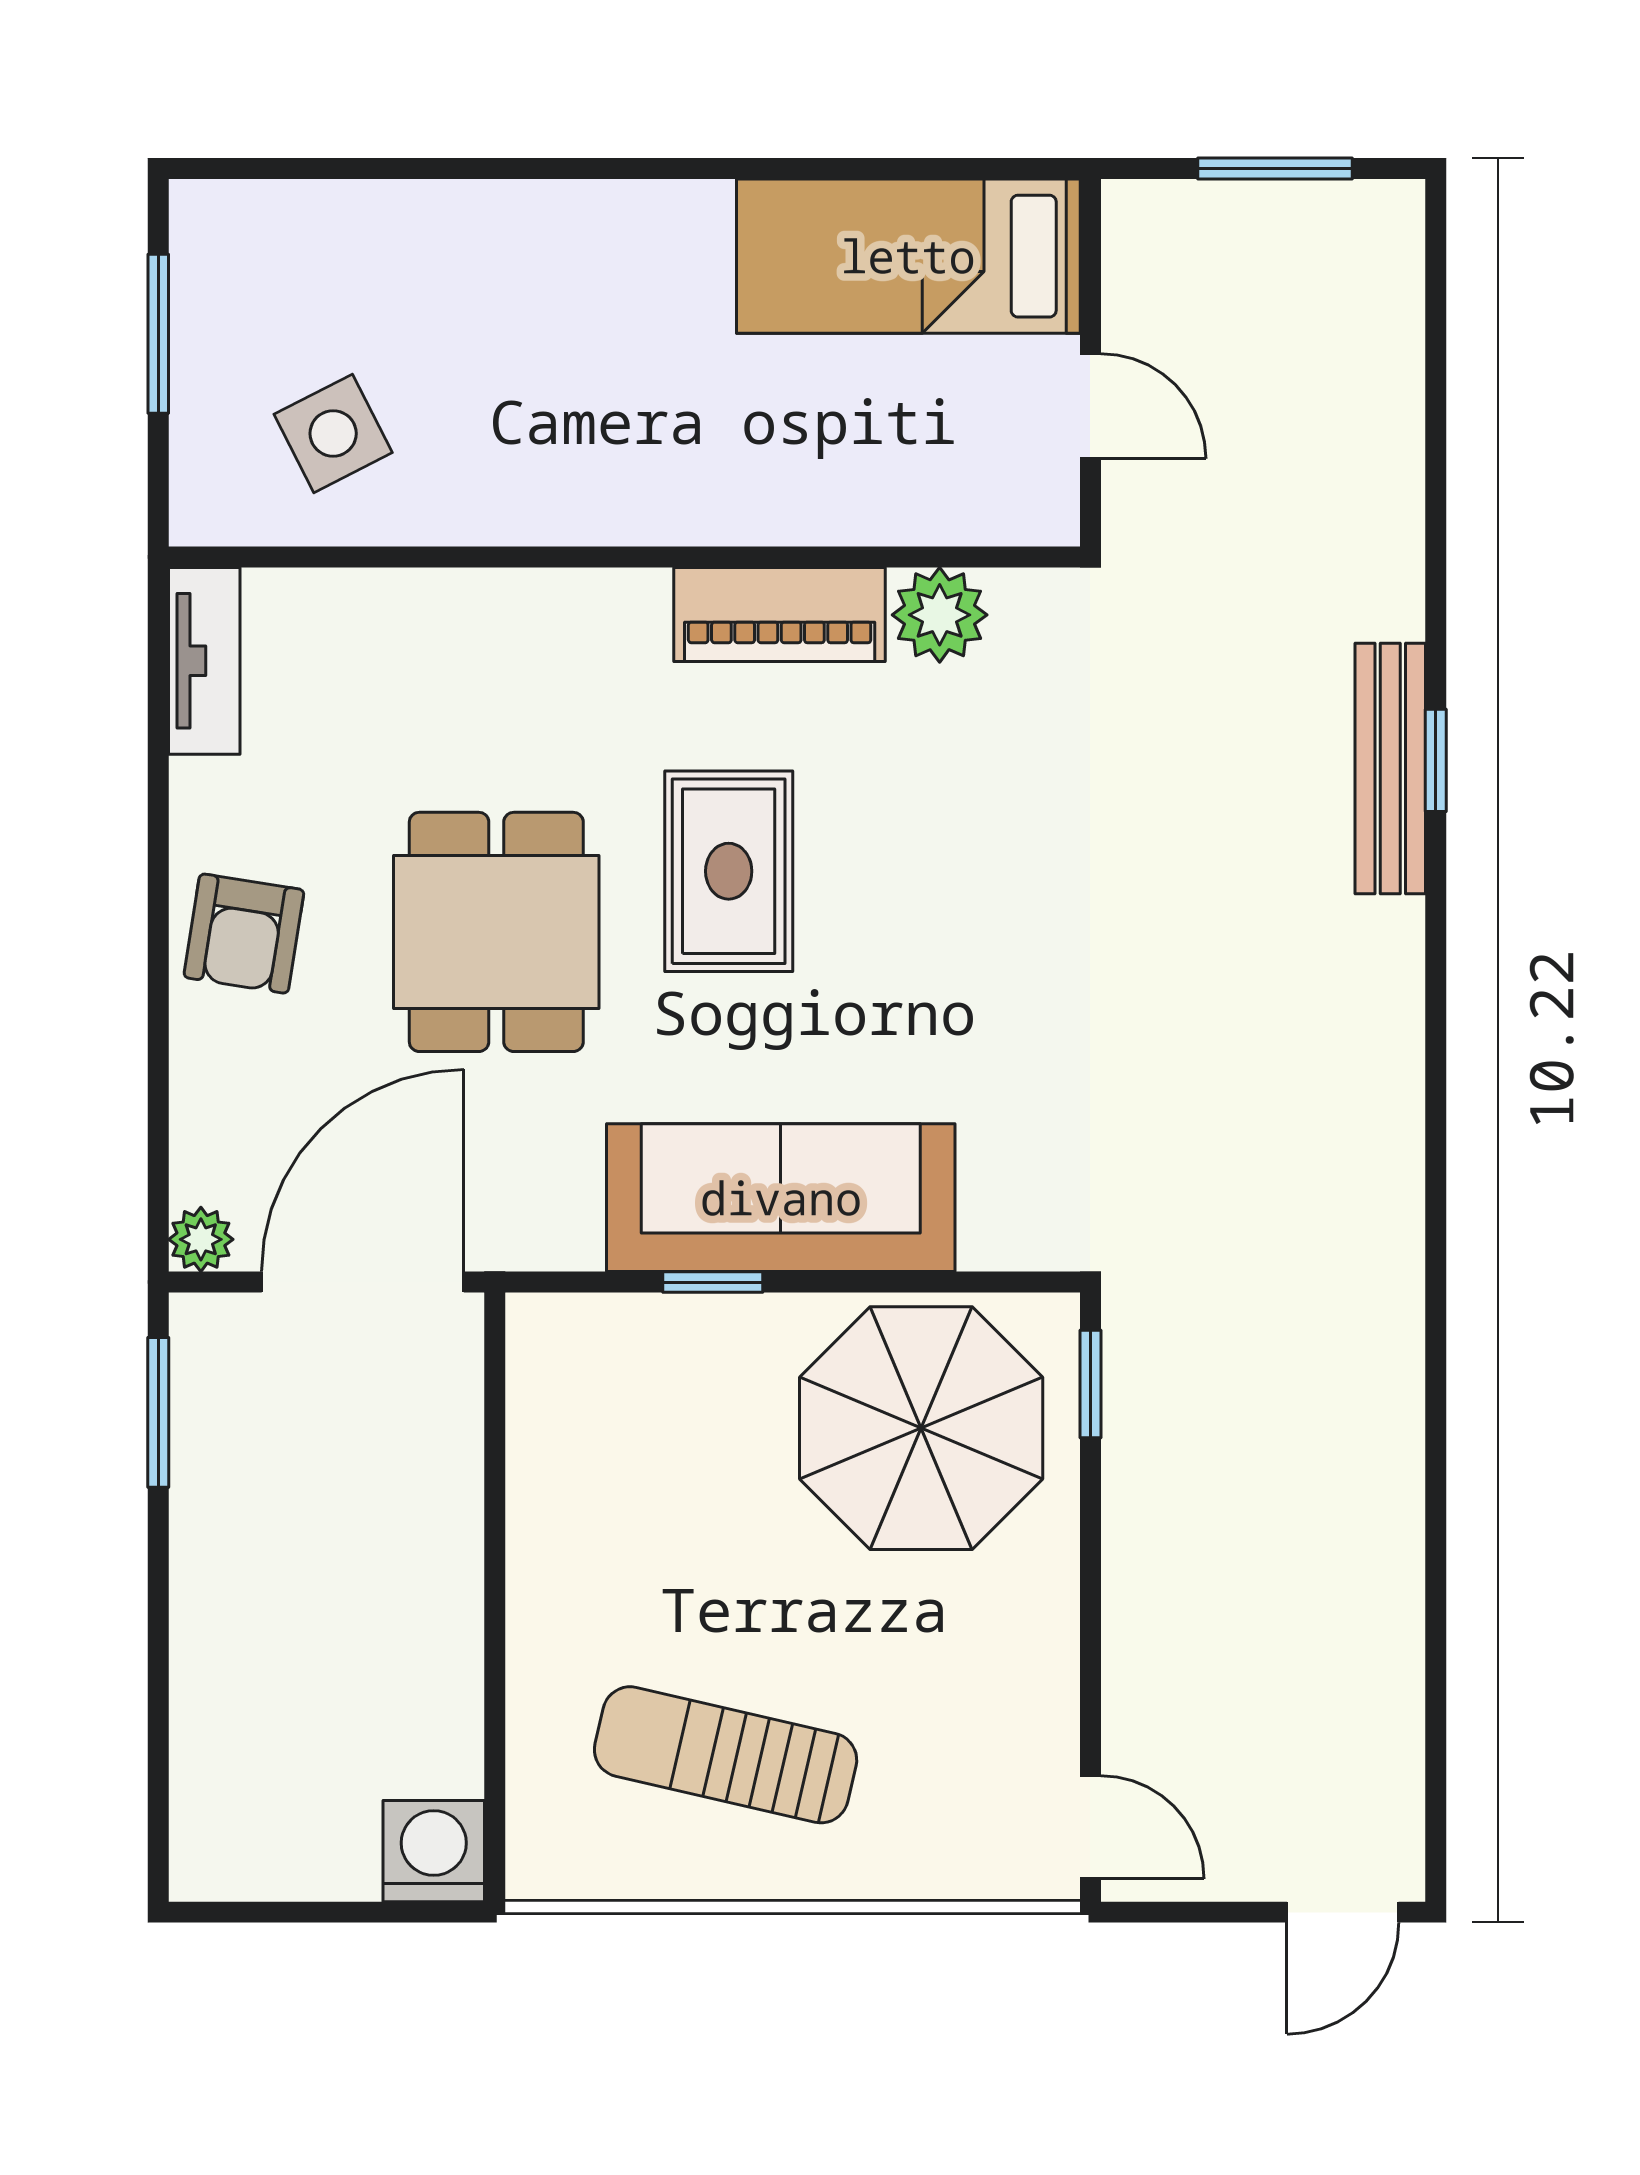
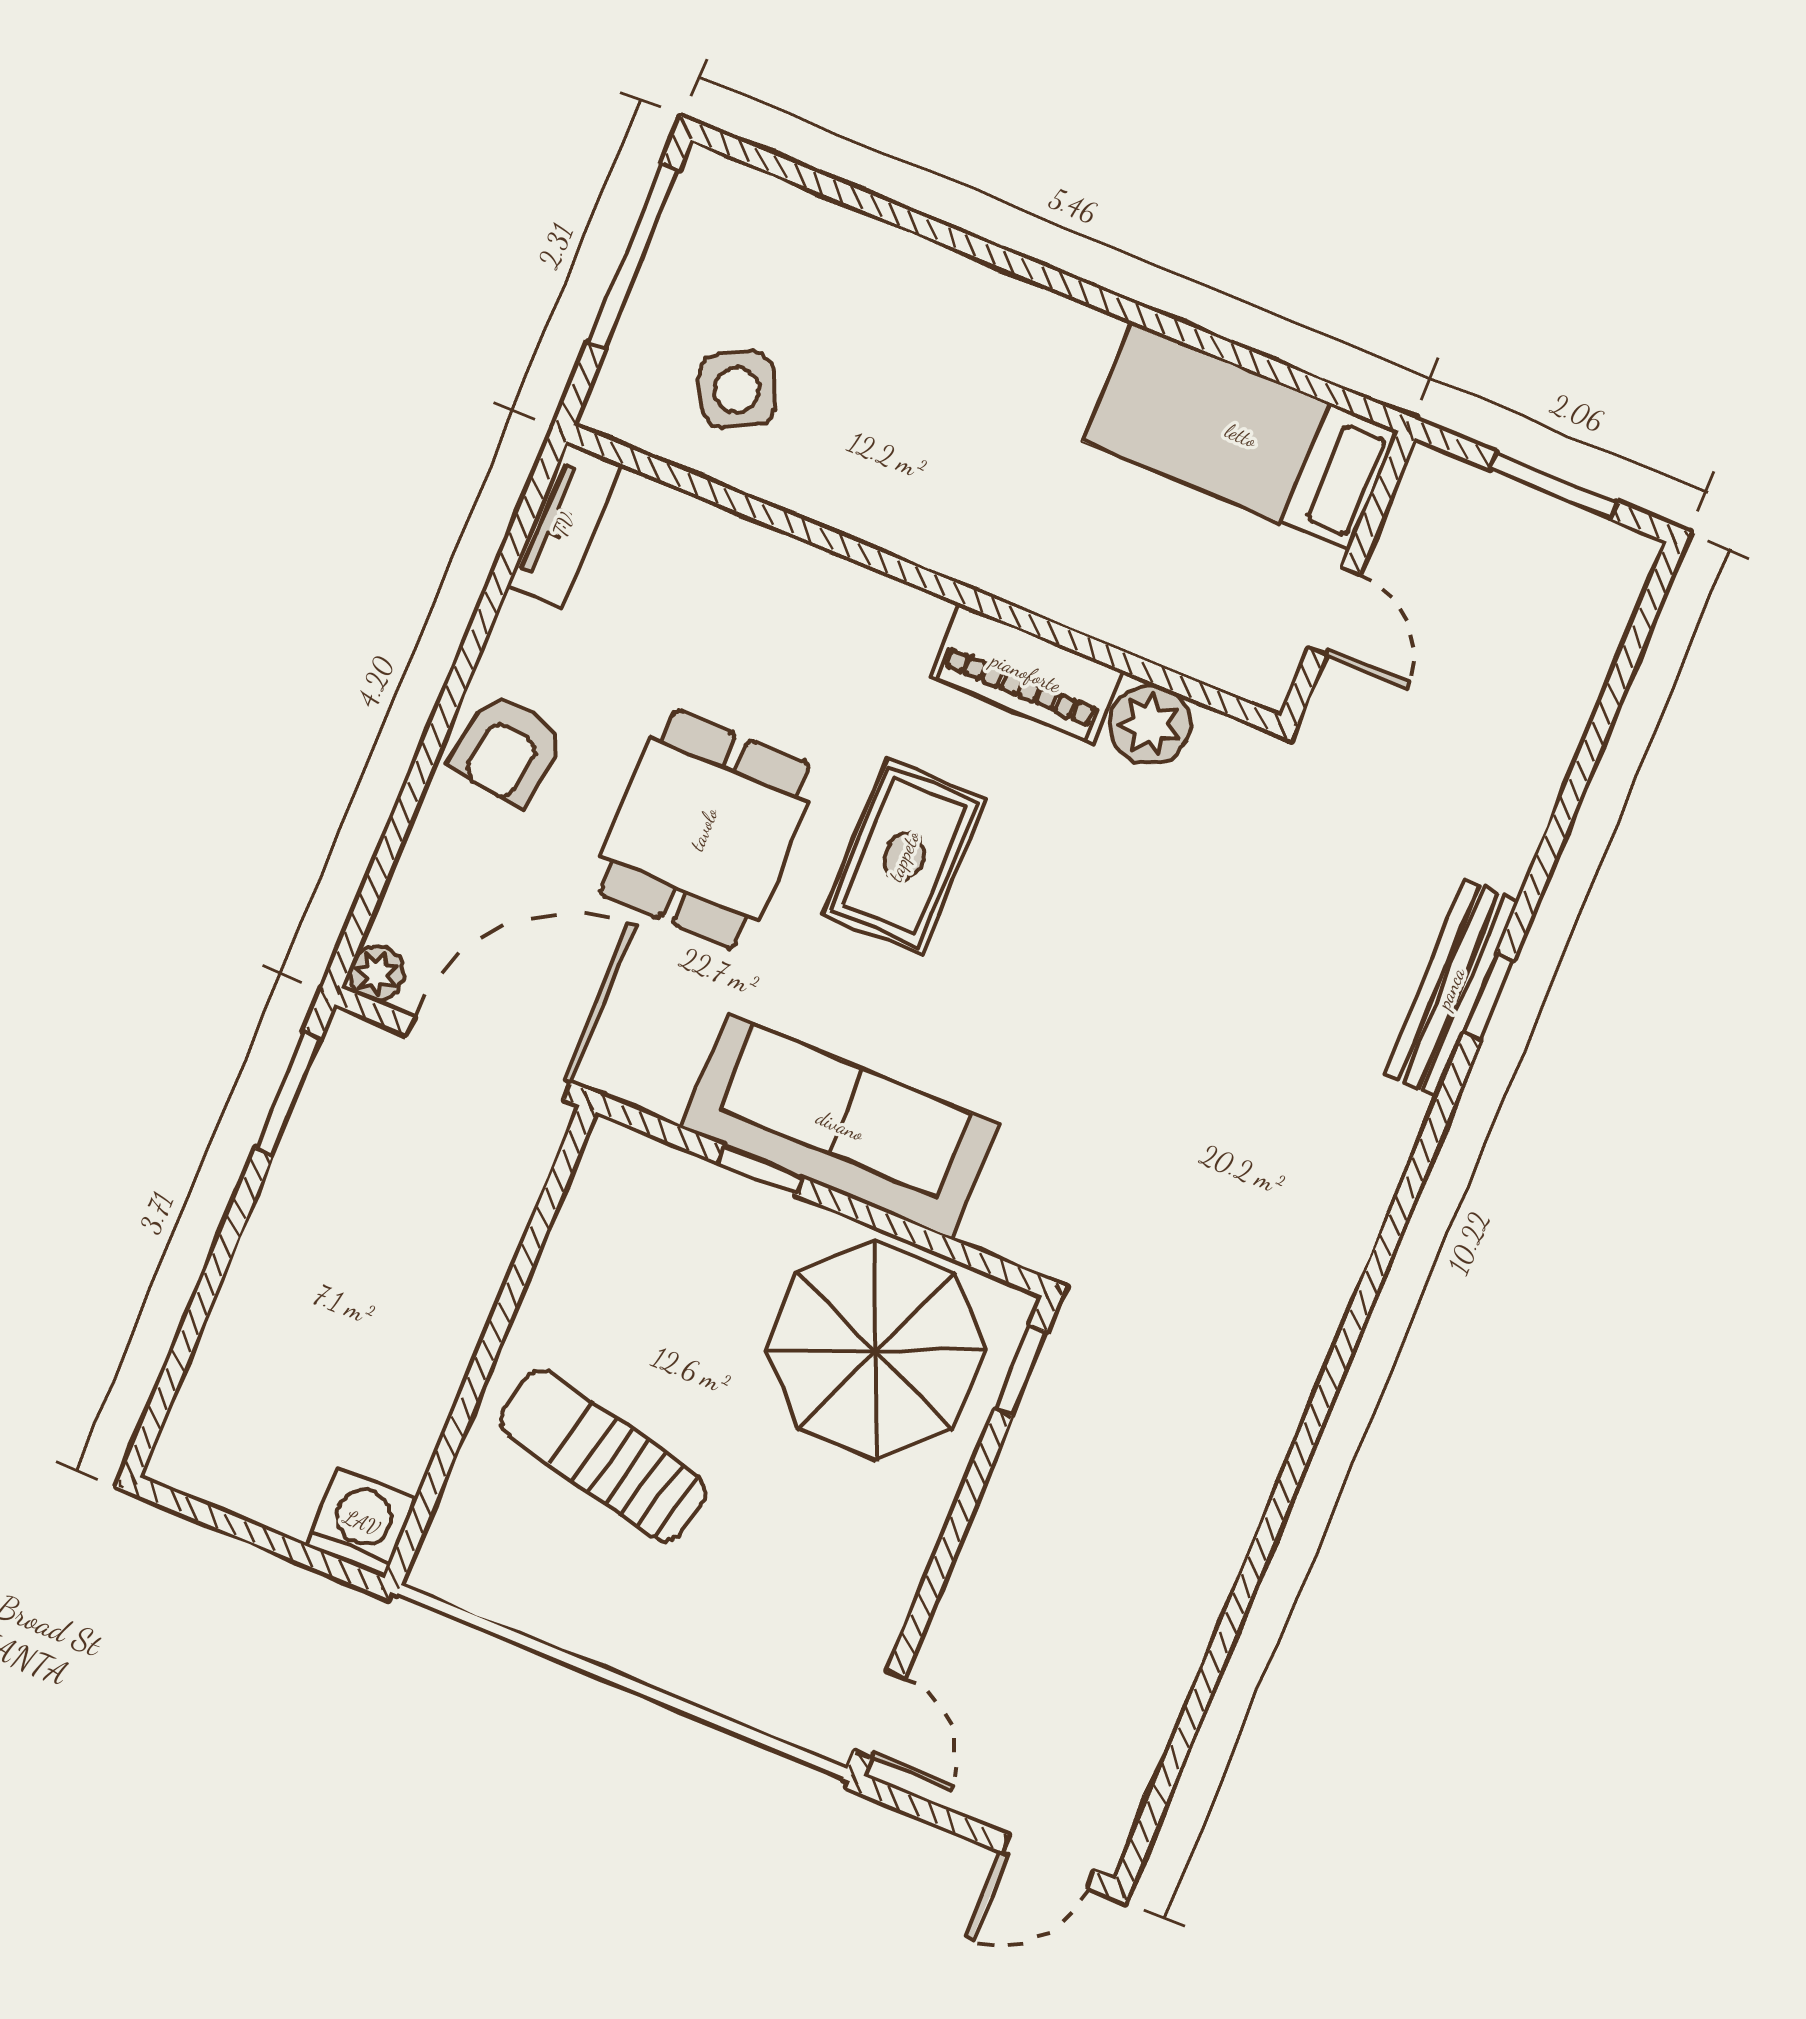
window: (158, 334) -> (633, 256), width x1.44
sun lounger: (726, 1755) -> (603, 1456), moved

